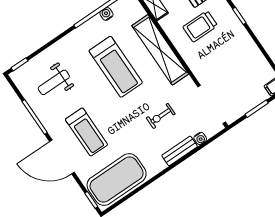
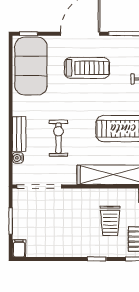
trolley: (200, 26) -> (110, 221), turned 180
exercise bike: (161, 116) -> (58, 138), width x1.38, depth x1.39
treadmill: (86, 132) -> (87, 68), turned 180

